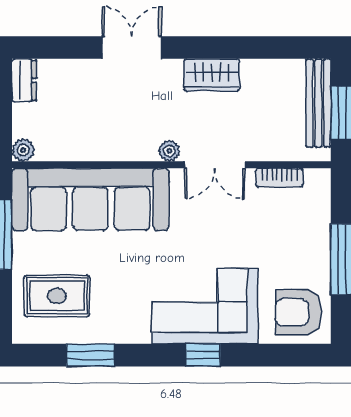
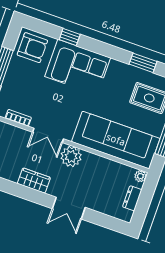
dresser: (24, 80) -> (132, 198), moved
plant: (169, 151) -> (71, 157), width x1.88, depth x1.88
double door: (215, 165) -> (48, 135), swing flipped
window: (203, 355) -> (70, 37), moved

